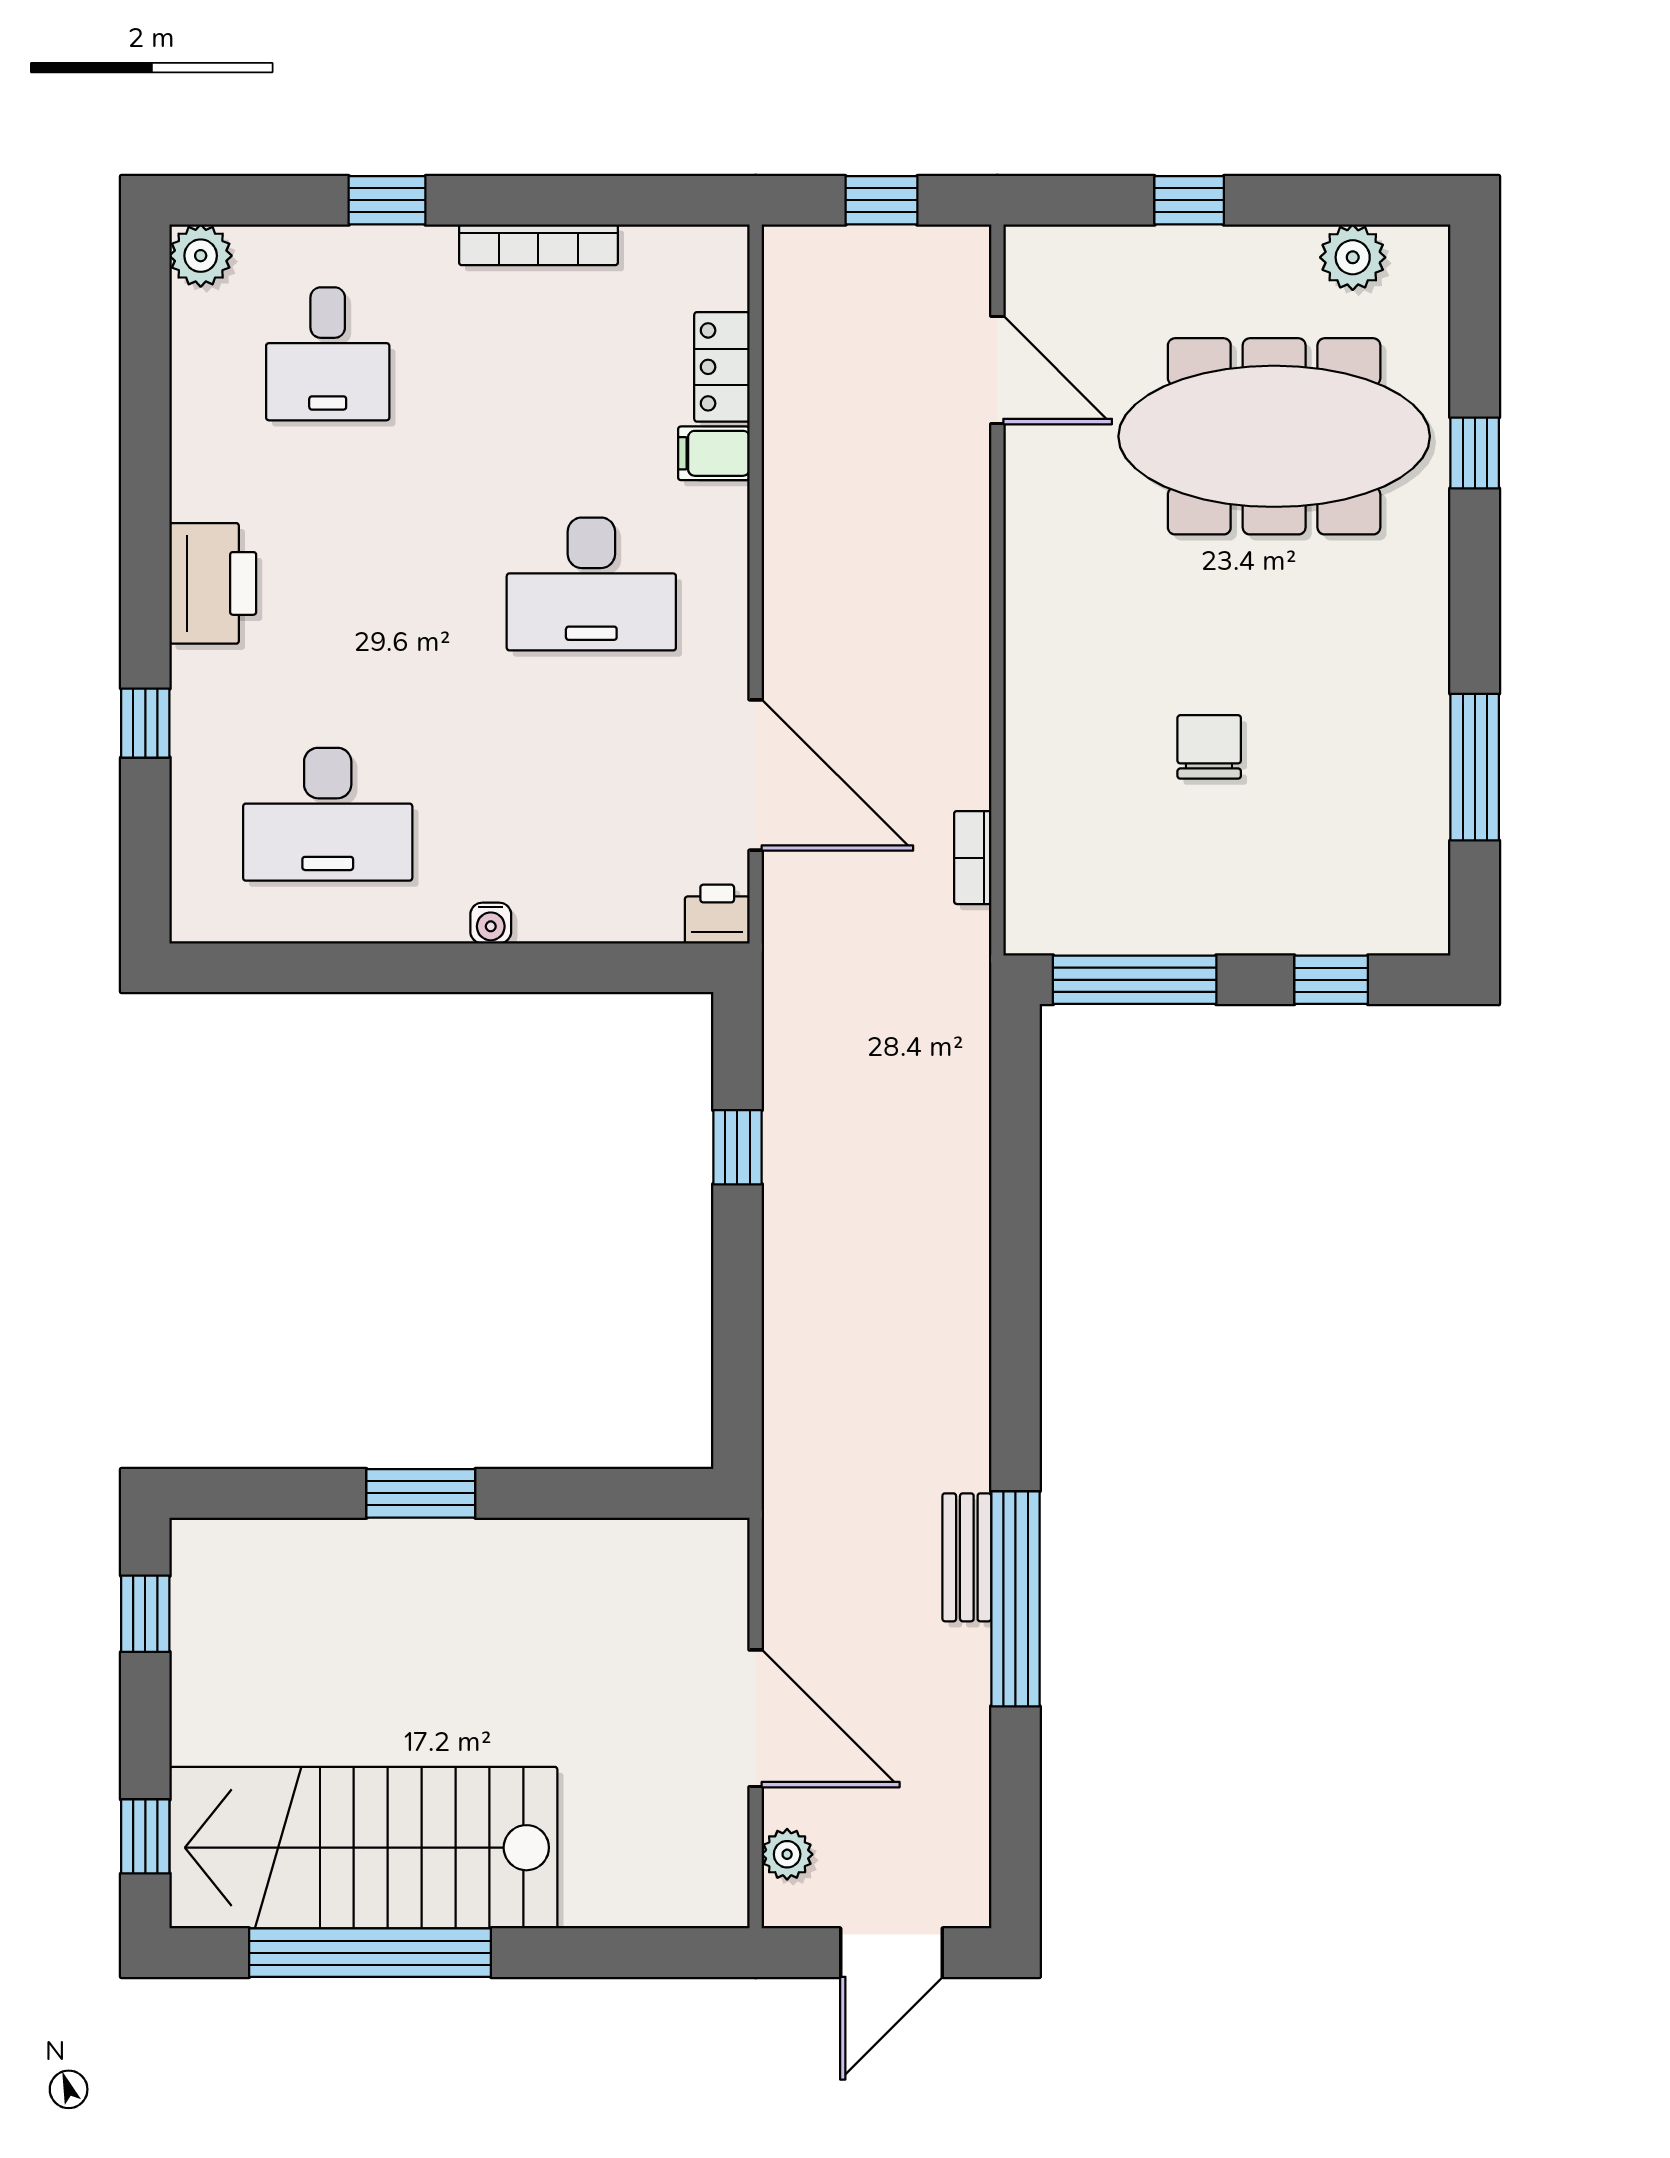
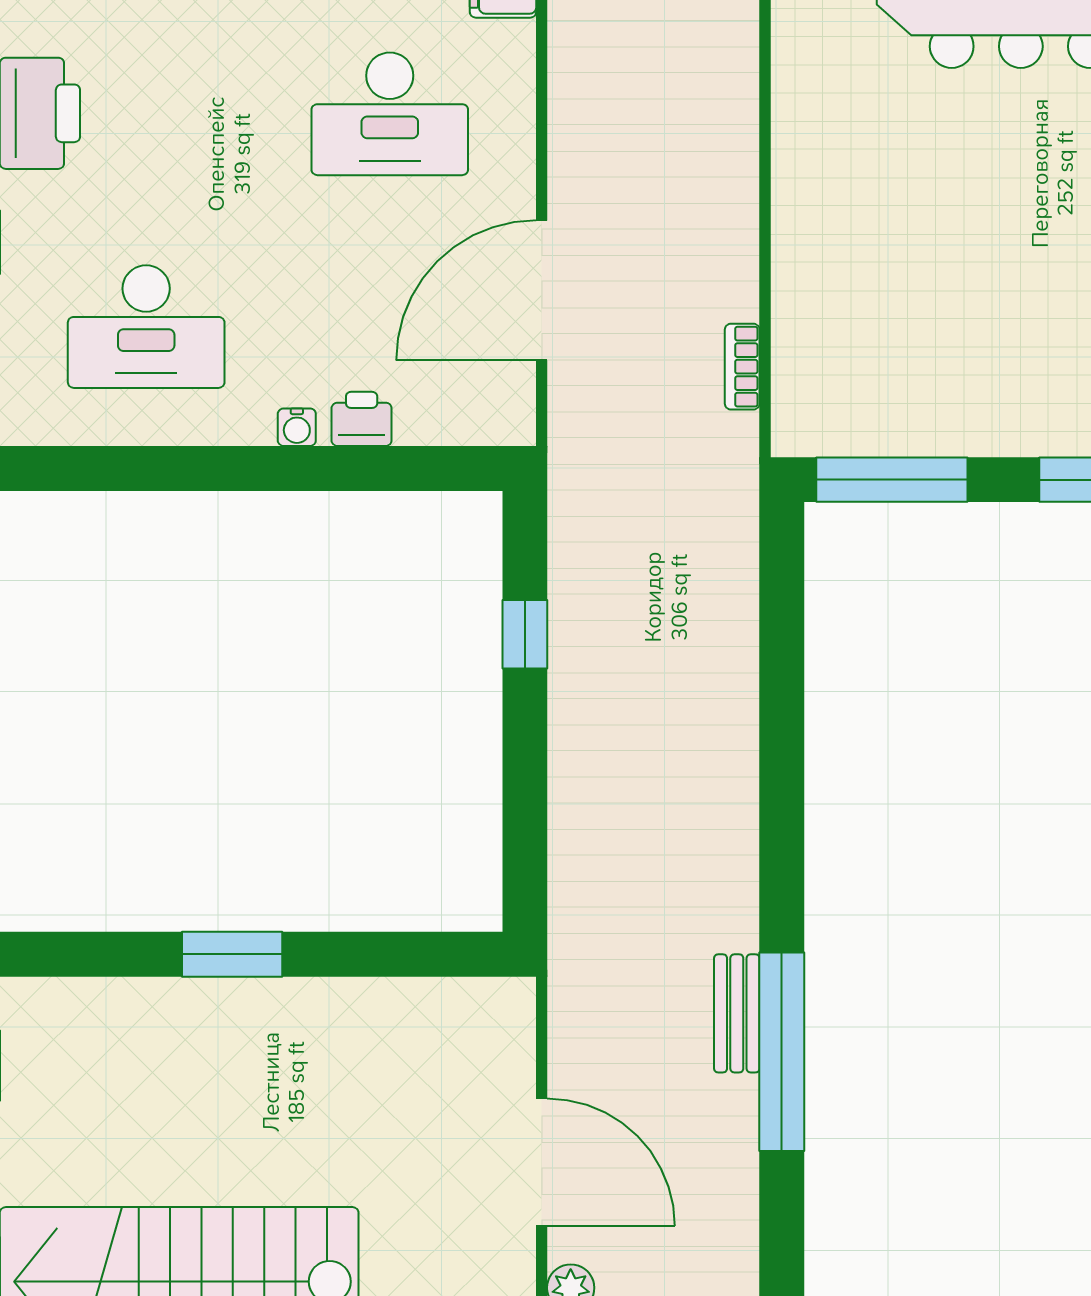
chair: (1209, 747) -> (961, 264), removed
door: (756, 775) -> (542, 290), swing flipped
printer: (717, 914) -> (362, 419), moved

